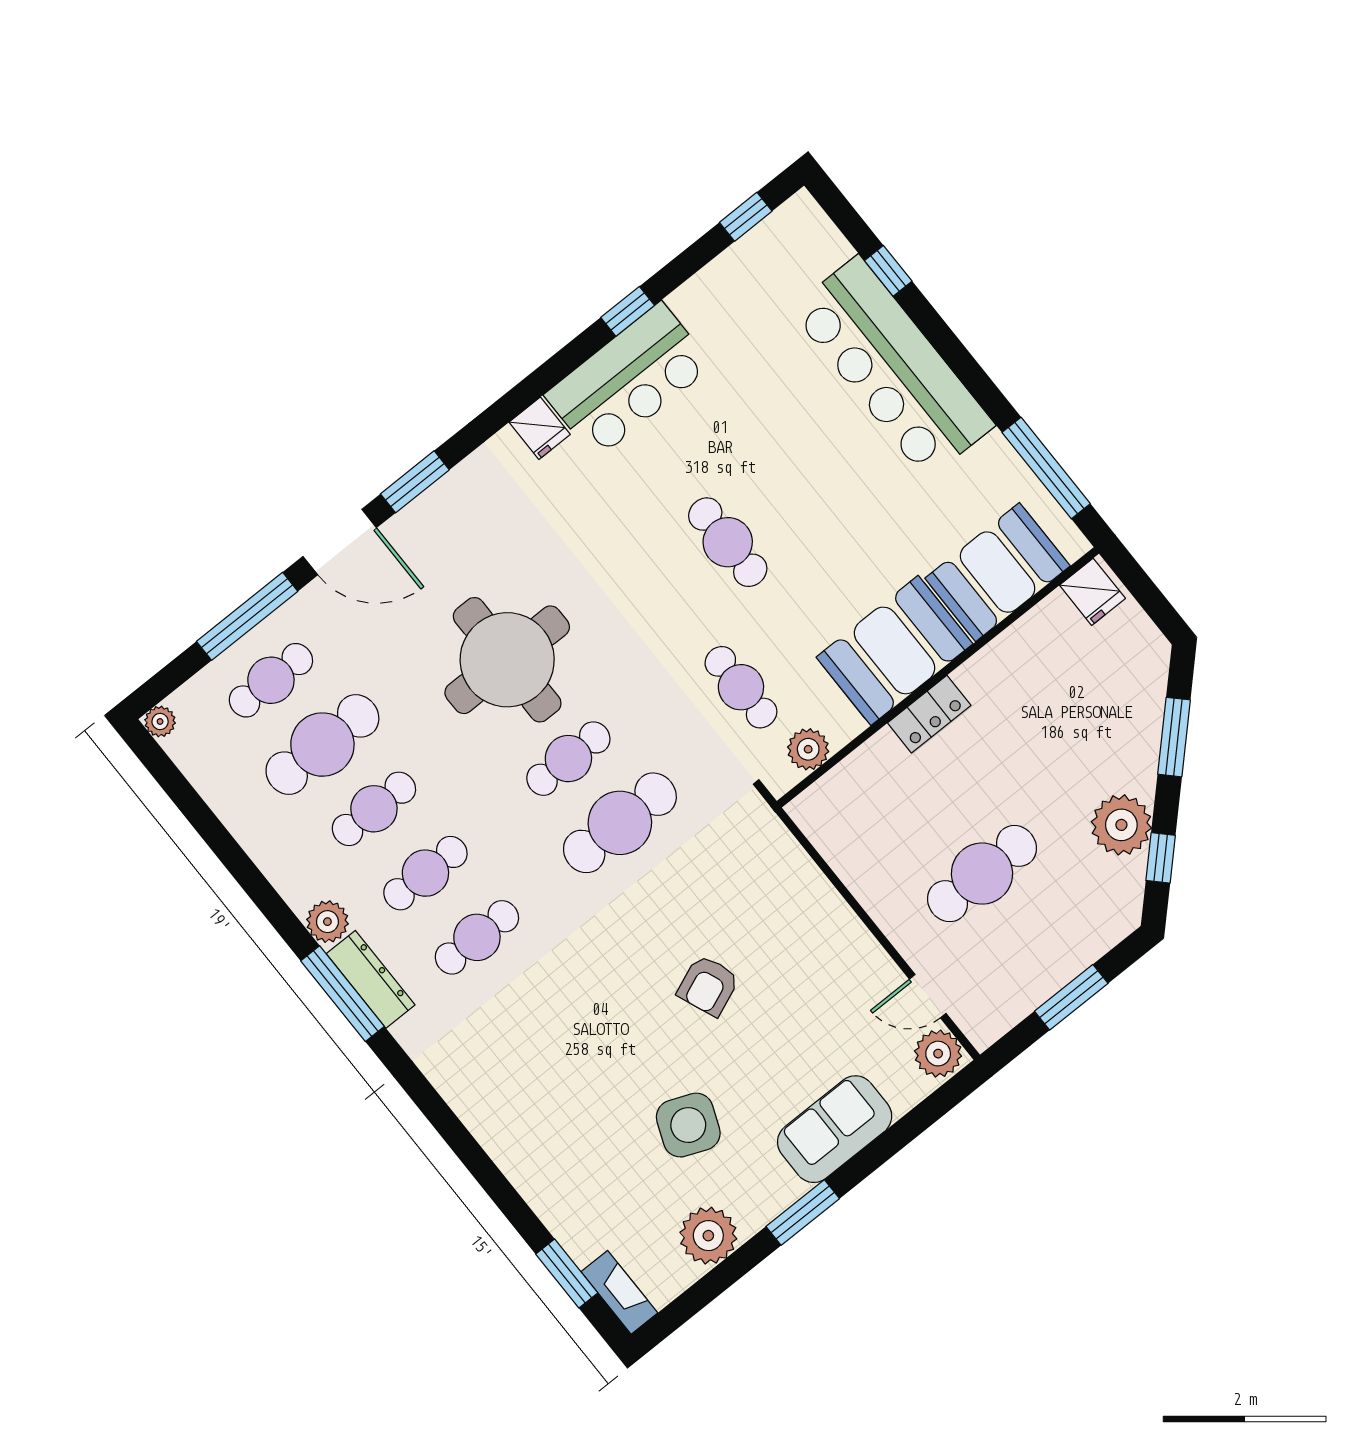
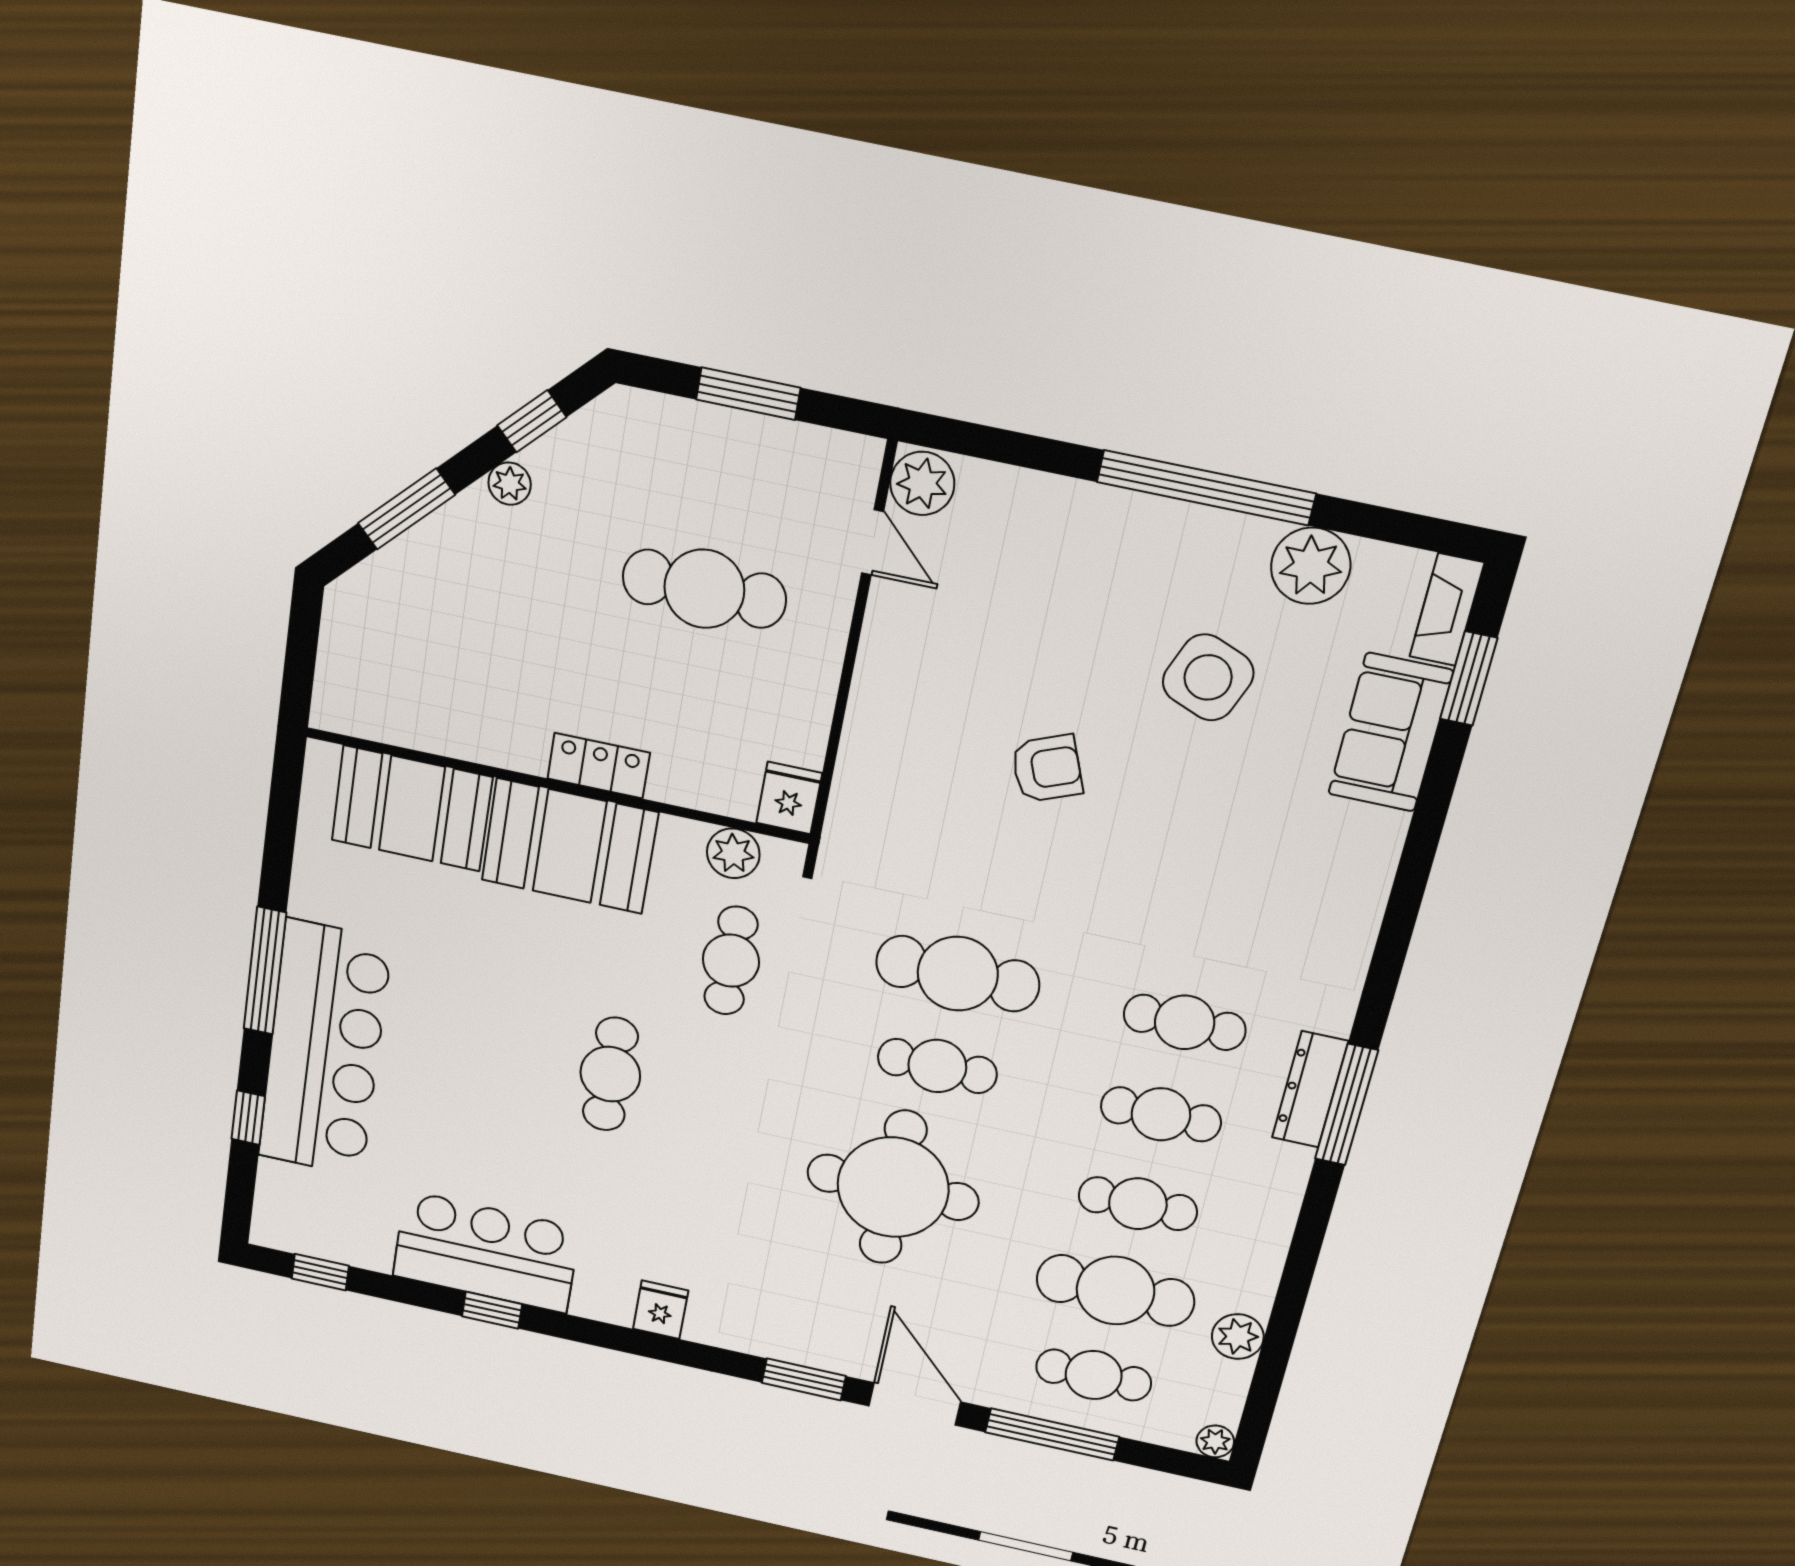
bar counter: (629, 380) -> (486, 1252), moved
window: (1046, 468) -> (265, 971), moved
fridge: (1092, 592) -> (789, 798), moved
plant: (1121, 825) -> (510, 484), width x0.53, depth x0.53
plant: (327, 922) -> (1238, 1337), moved
sofa: (835, 1129) -> (1390, 733), moved, turned 90
window: (803, 1212) -> (1206, 488), width x2.11

